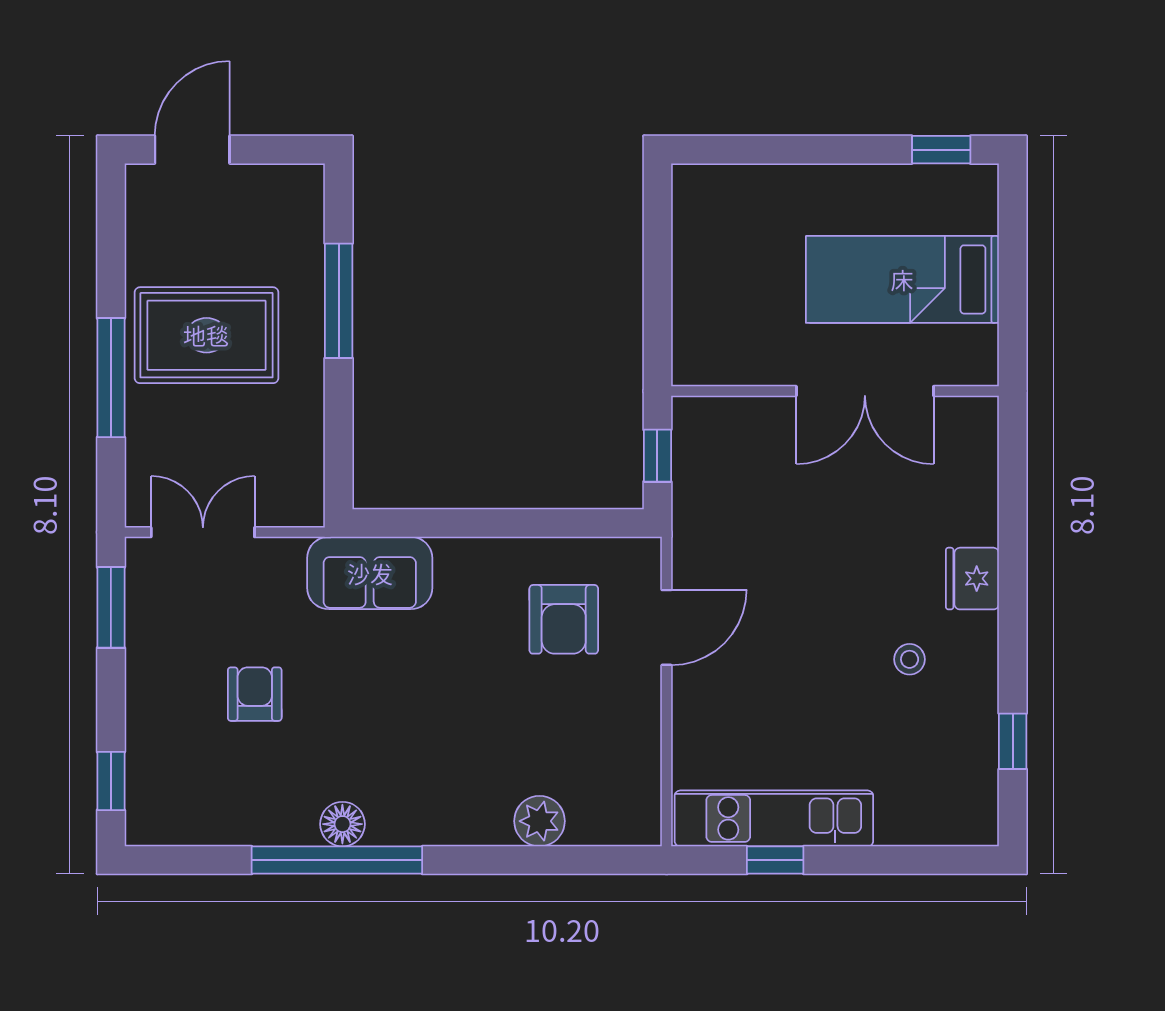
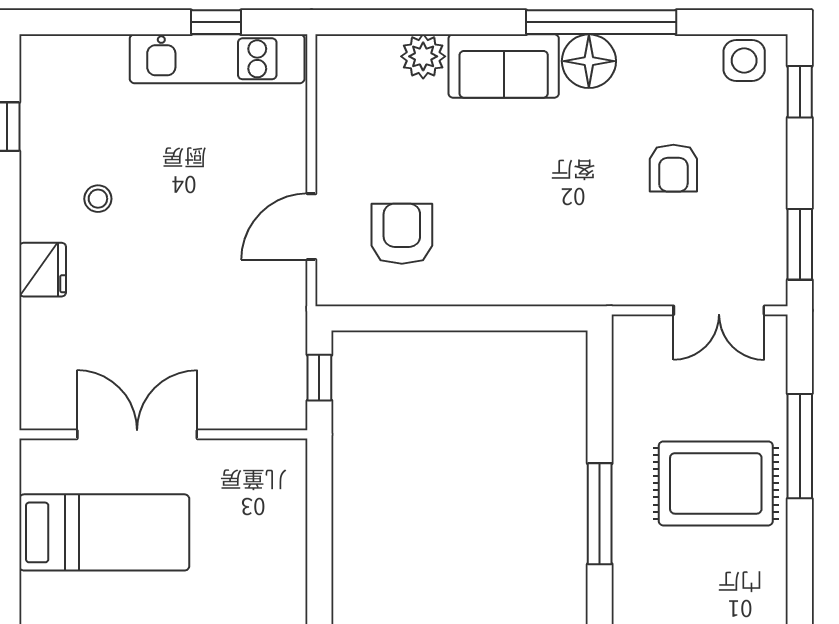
sofa: (370, 573) -> (504, 66), moved, turned 180
side table: (174, 816) -> (744, 61), added
floor lamp: (342, 824) -> (589, 61), width x1.38, depth x1.38

